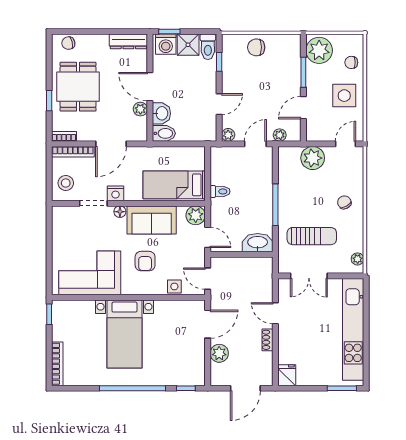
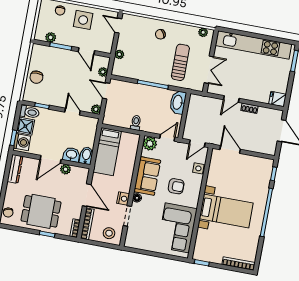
plant: (319, 50) -> (51, 37), width x0.53, depth x0.53
plant: (313, 158) -> (119, 54), width x0.53, depth x0.53
bed: (174, 185) -> (107, 152), moved
plant: (219, 353) -> (253, 145), removed

